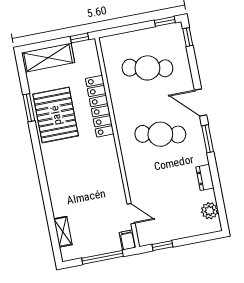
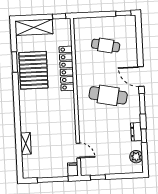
window: (188, 37) -> (144, 136), moved
cafe table: (147, 68) -> (106, 45), width x0.73, depth x0.74
shelving: (63, 232) -> (26, 143), moved

